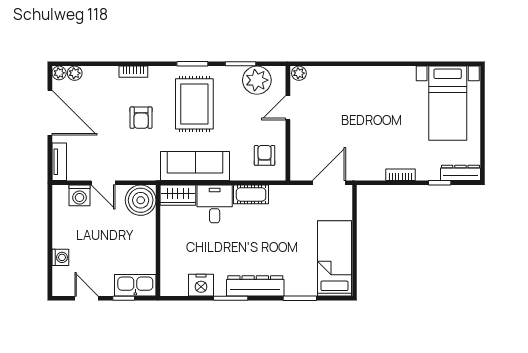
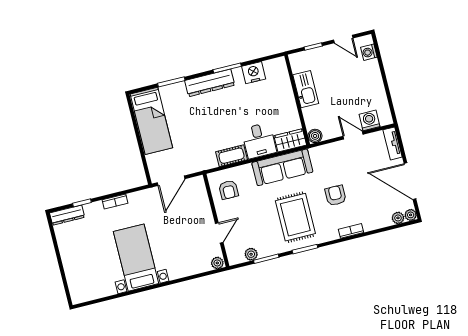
plant: (257, 80) -> (251, 254), width x0.53, depth x0.53
bed with nightstands: (448, 103) -> (136, 258), moved
boiler: (141, 200) -> (315, 136), width x0.54, depth x0.54
washing machine: (60, 257) -> (369, 52), moved
kitchen sink: (135, 285) -> (306, 89), moved, turned -90

